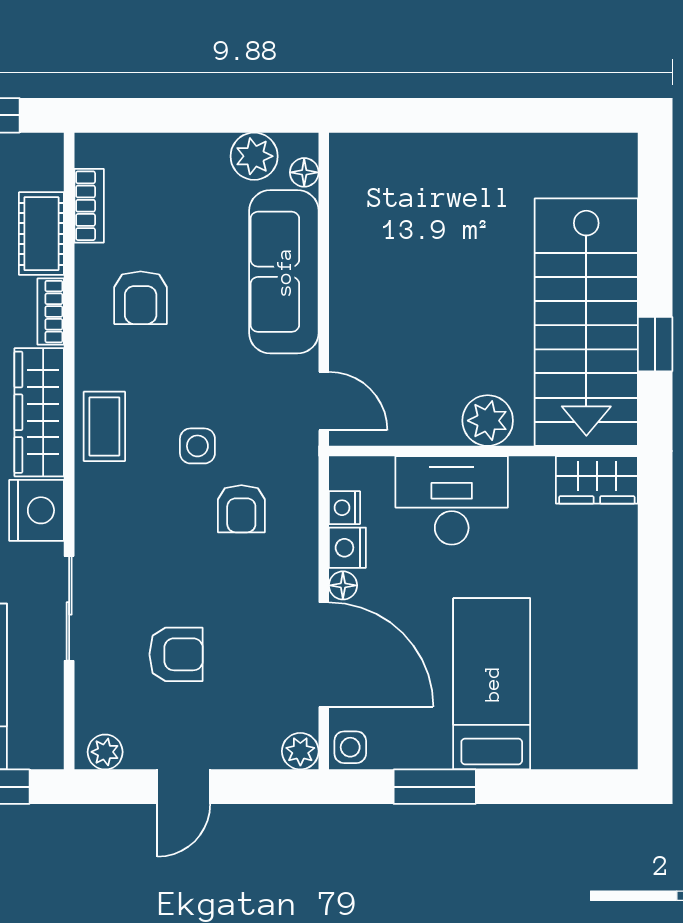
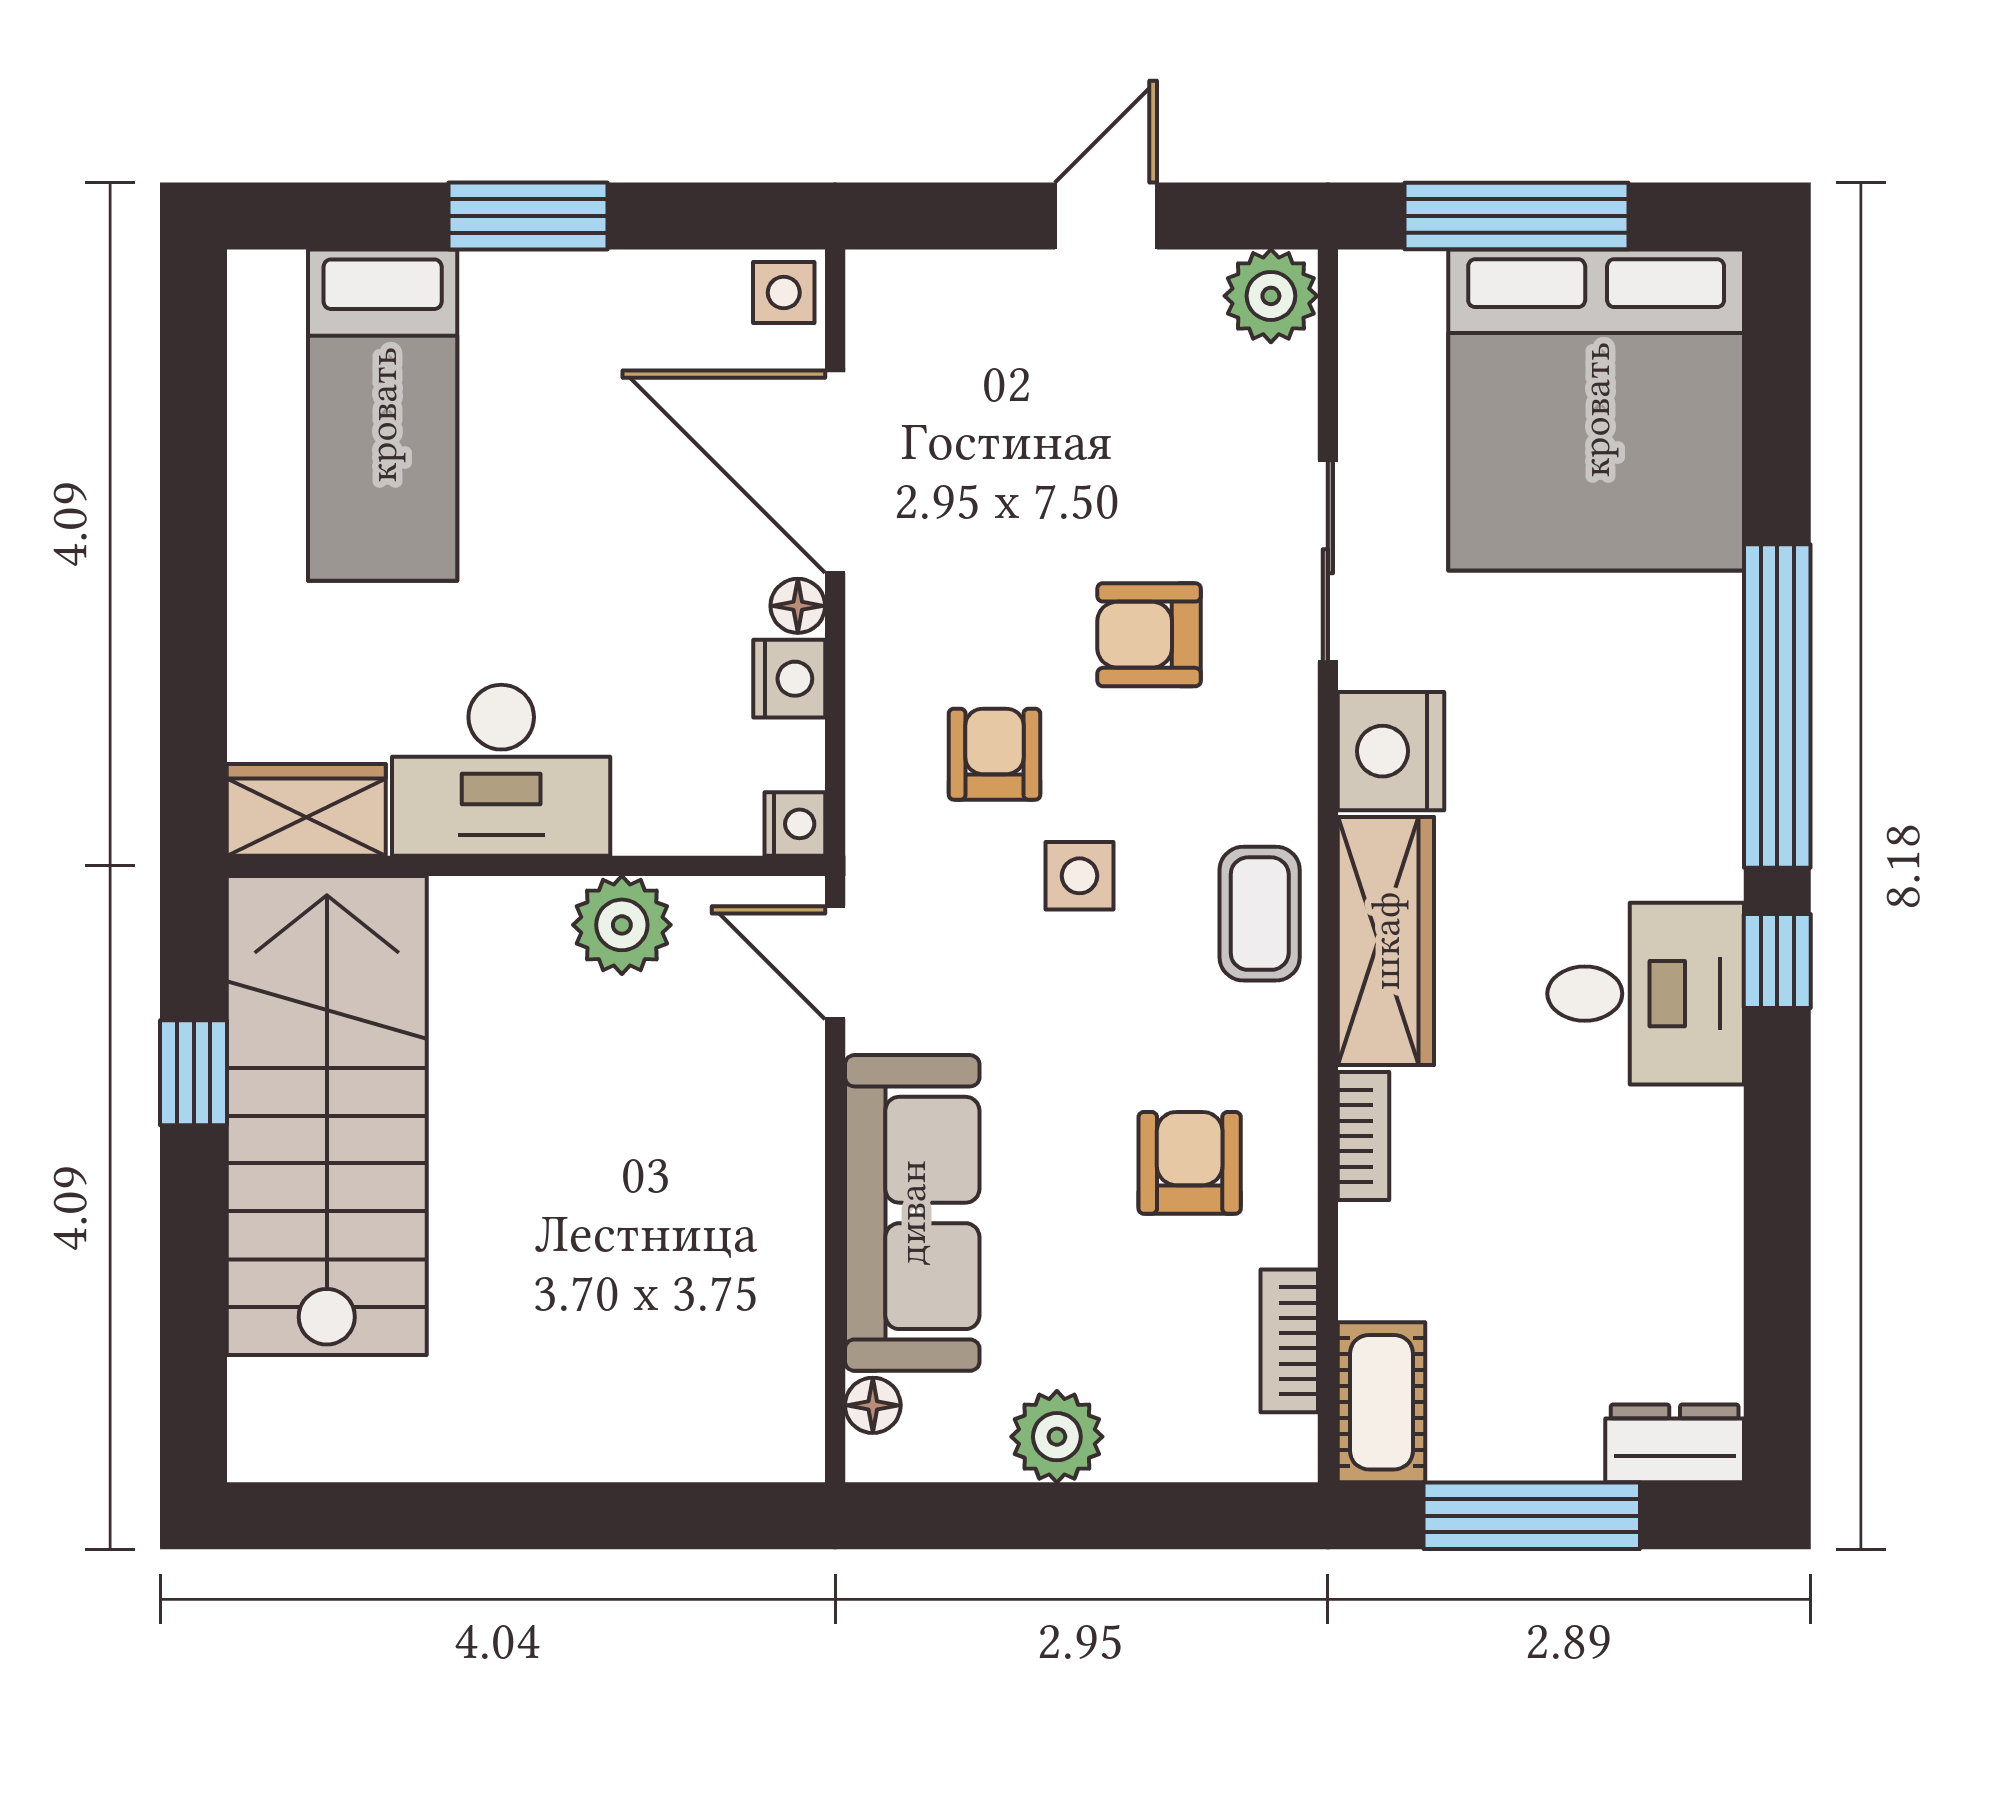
plant: (254, 156) -> (1057, 1437), moved
cot: (41, 234) -> (1381, 1402), moved
plant: (488, 421) -> (622, 925), moved
desk: (452, 500) -> (501, 770), moved
nightstand: (344, 508) -> (795, 824), moved
armchair: (176, 654) -> (1149, 635), moved
bed: (492, 684) -> (383, 415), moved
plant: (300, 751) -> (880, 285), removed
plant: (105, 752) -> (1271, 296), width x1.38, depth x1.38
window: (435, 787) -> (528, 216), moved

